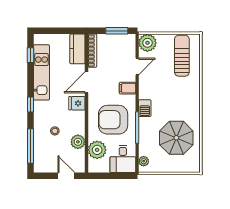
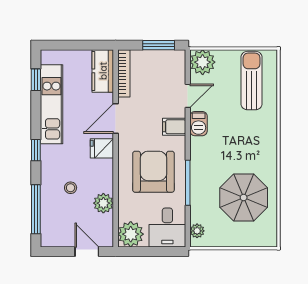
barbecue: (145, 108) -> (199, 124), moved
armchair: (113, 120) -> (153, 172), turned 90
plant: (97, 150) -> (131, 234), moved

